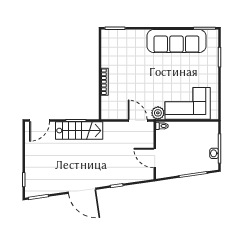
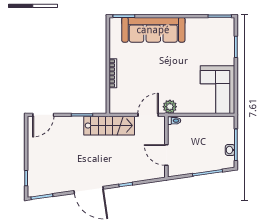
sofa: (176, 41) -> (153, 30), moved
corner sofa: (188, 103) -> (218, 90), moved, turned -90
door: (138, 120) -> (148, 115), hinge flipped
stairs: (79, 131) -> (109, 126), moved

